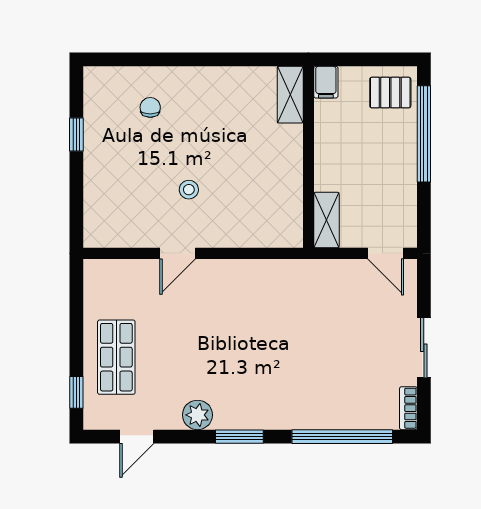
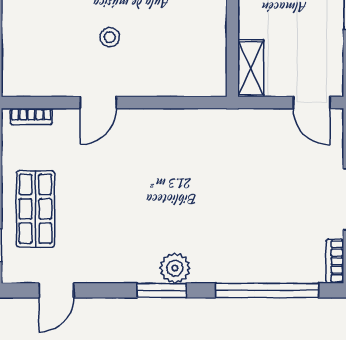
bookcase: (112, 267) -> (31, 116), added
plant: (197, 415) -> (175, 268), moved

